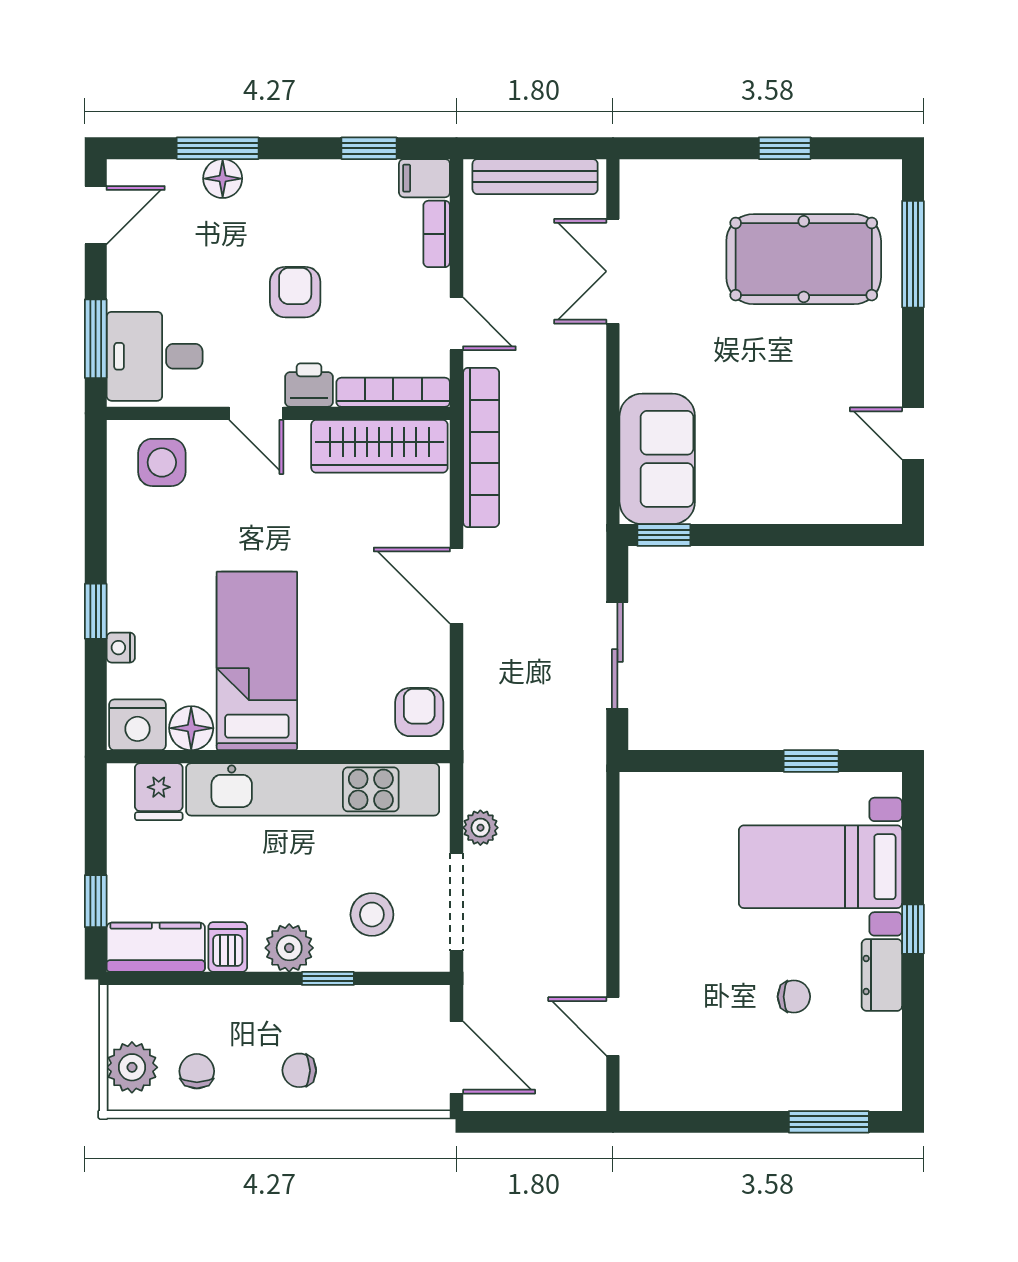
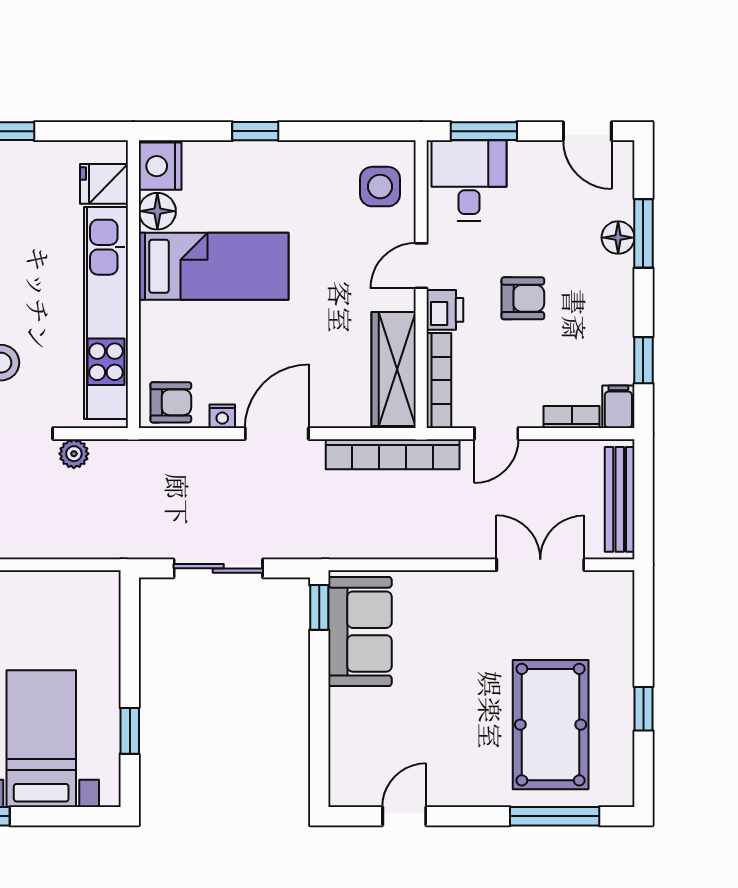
sofa: (657, 459) -> (360, 632), moved, turned -90
nightstand: (121, 648) -> (222, 416), moved, turned 180

